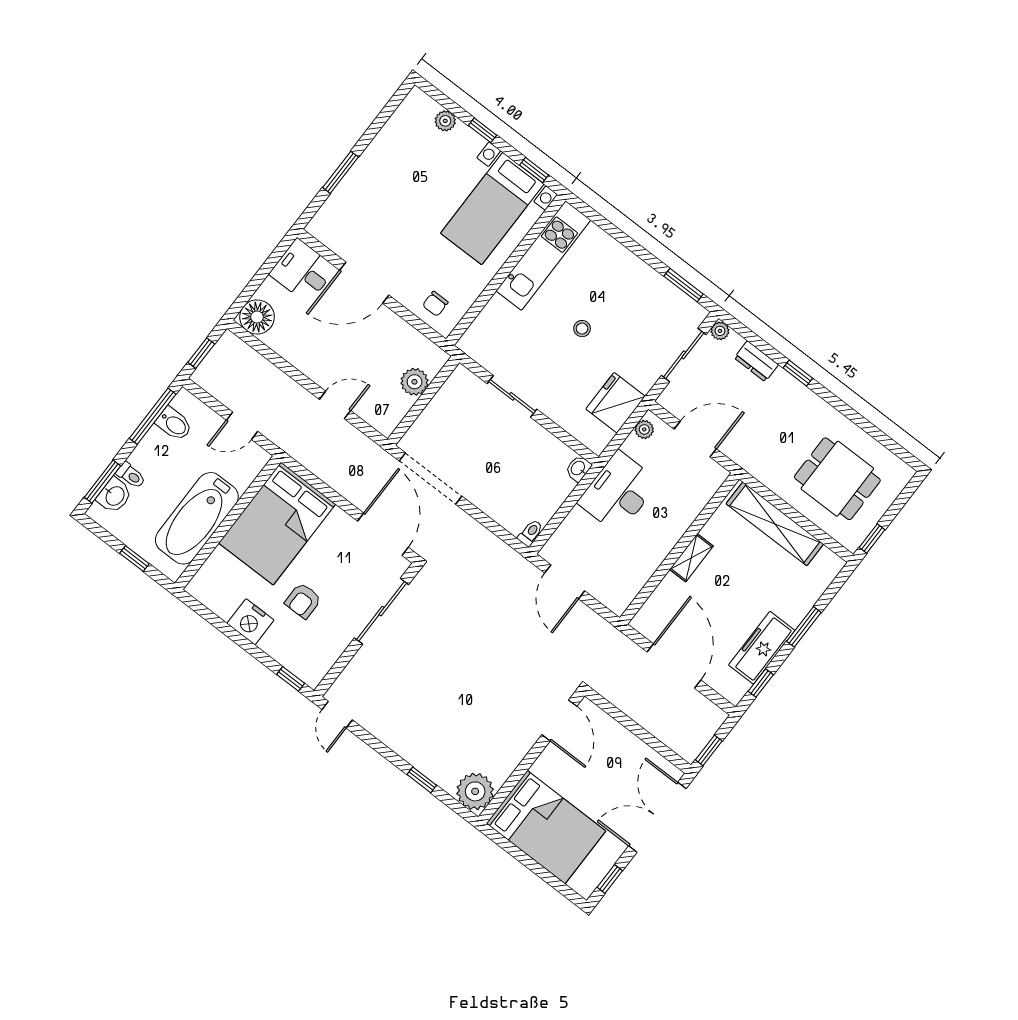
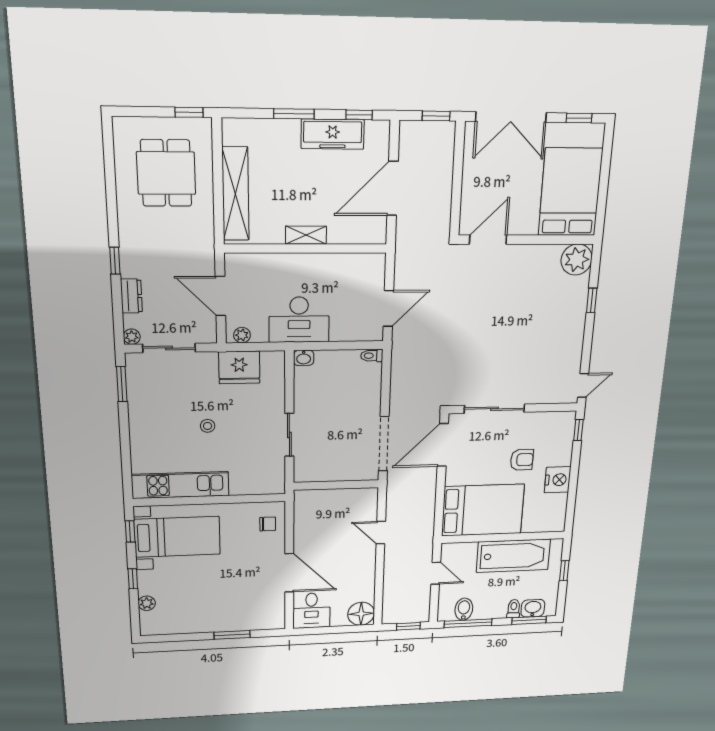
plant: (414, 382) -> (328, 499), removed

